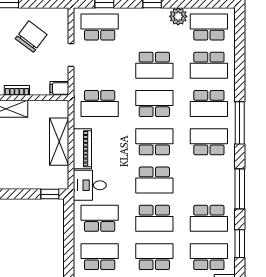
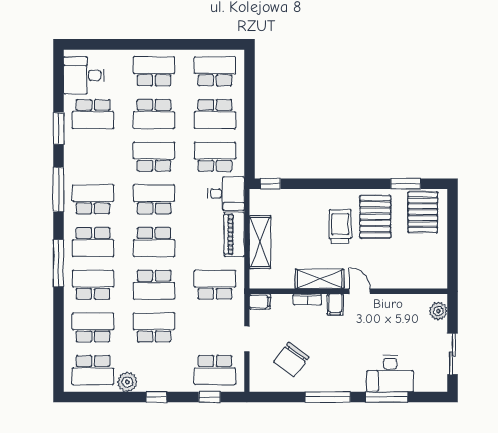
school desk: (100, 218) -> (215, 157), turned 180
school desk: (209, 218) -> (93, 199), moved

